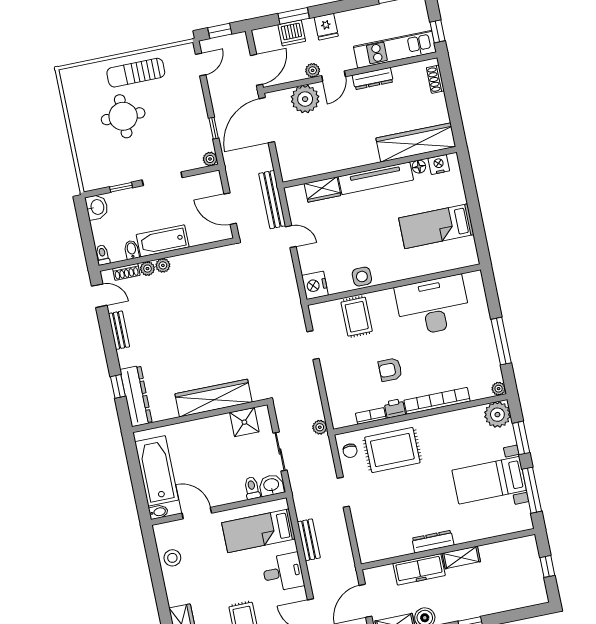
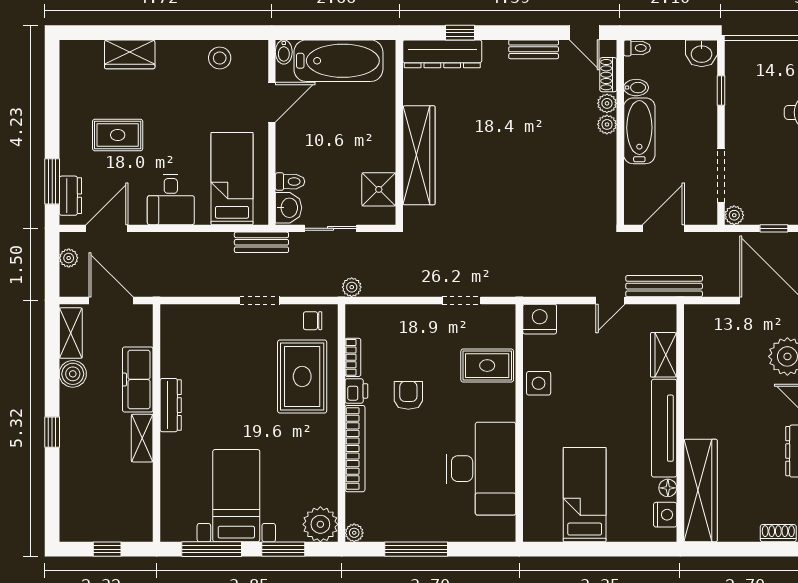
doorway: (162, 179) -> (721, 175), moved
door: (99, 296) -> (584, 33), hinge flipped
bench: (309, 540) -> (261, 242), moved

